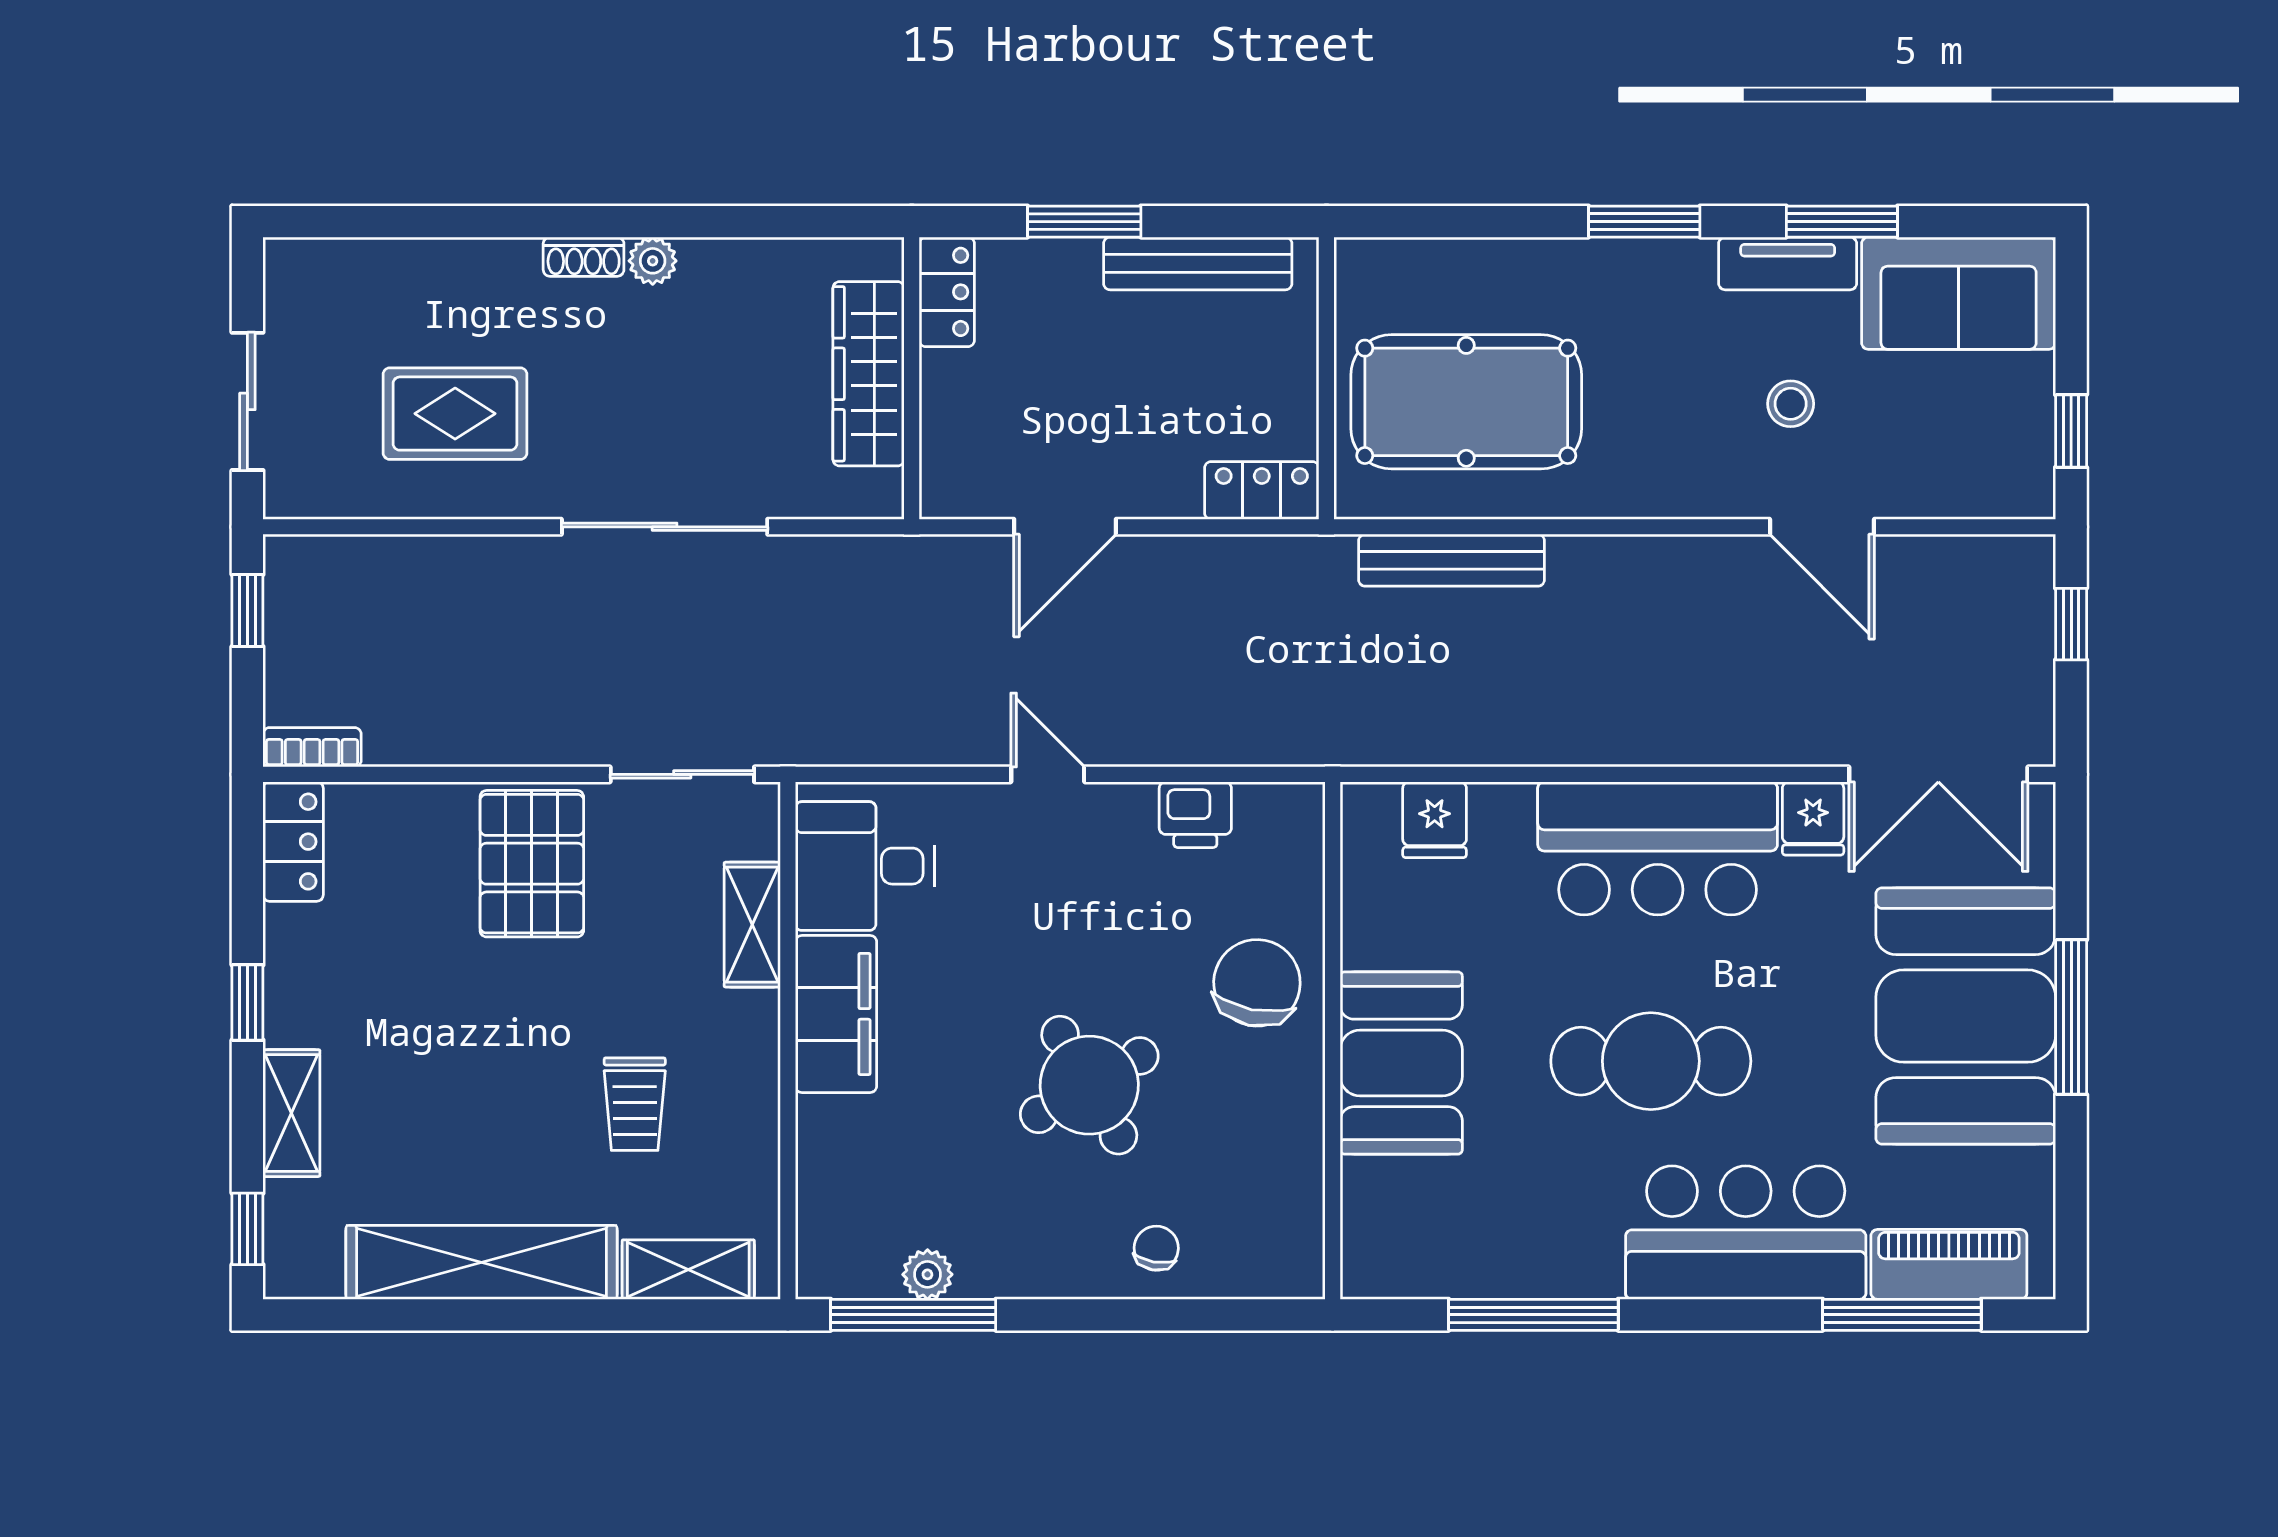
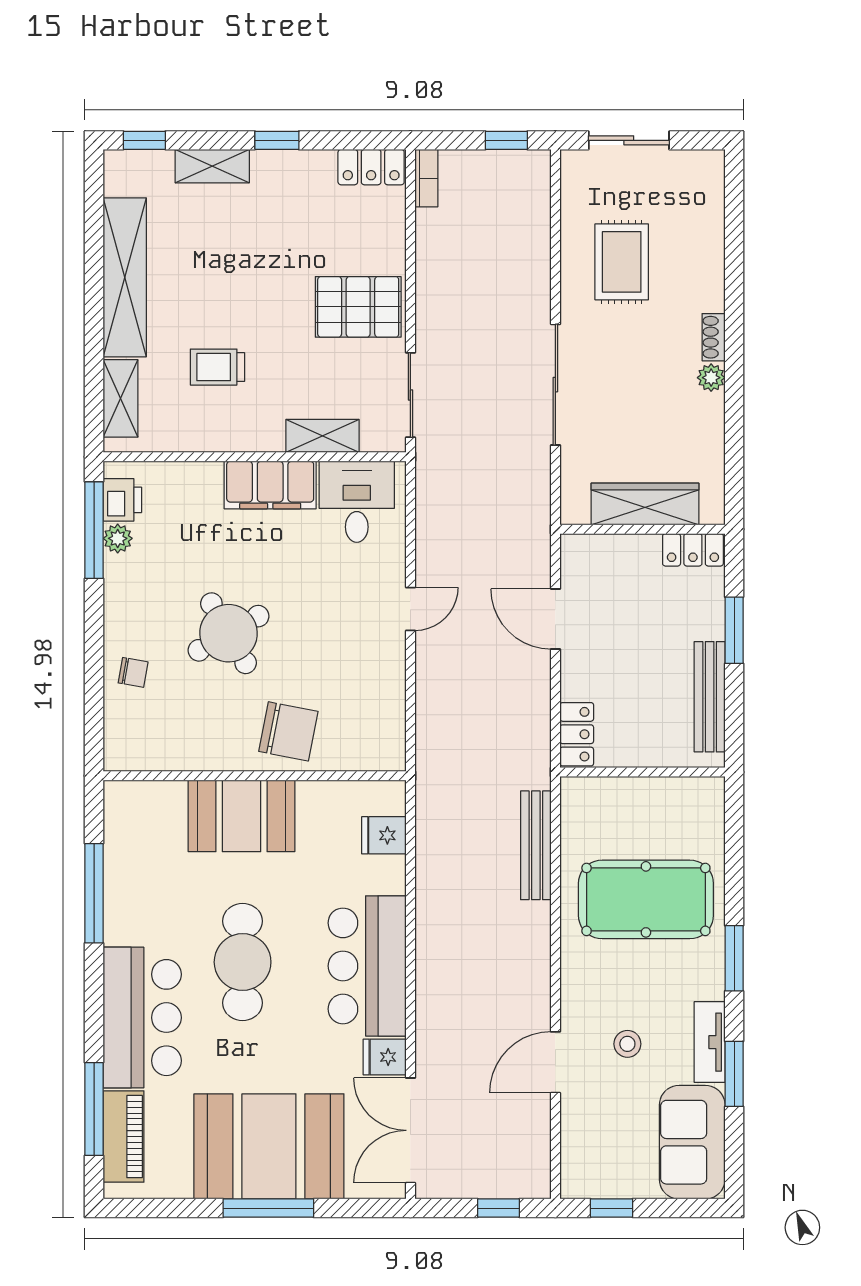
pool table: (1466, 402) -> (646, 899), moved, turned 90
printer: (1195, 815) -> (122, 500), moved, turned 180

